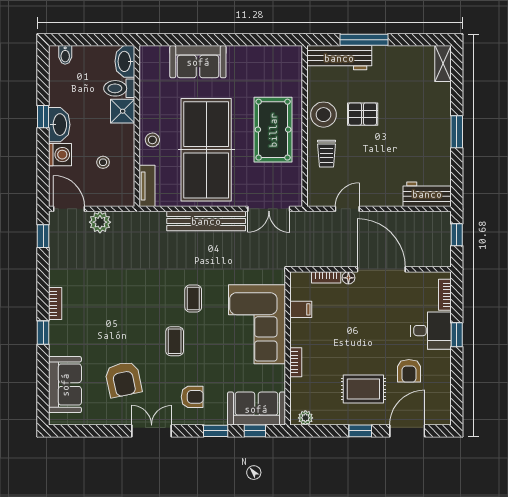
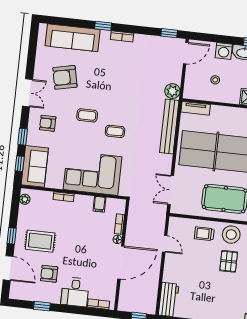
stool: (152, 140) -> (227, 115), removed
bench: (206, 221) -> (169, 127), moved
plant: (100, 222) -> (172, 91), moved
window: (457, 335) -> (42, 306), moved
sofa: (65, 385) -> (73, 38), width x1.36
rug: (363, 389) -> (40, 241), turned 90
armchair: (192, 397) -> (48, 123), turned 90

